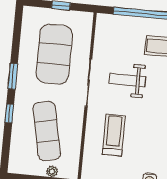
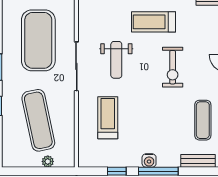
weight bench: (127, 80) -> (116, 60), turned -90

